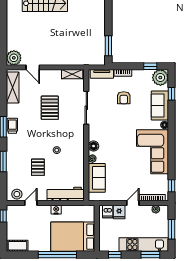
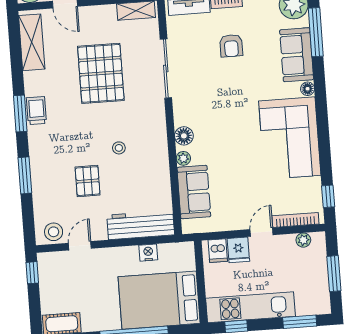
window: (171, 94) -> (316, 32), width x2.17
pallet: (50, 108) -> (101, 73), width x1.37, depth x1.41
nightstand: (56, 210) -> (148, 253), moved
kitchen unit: (144, 245) -> (251, 307), moved

